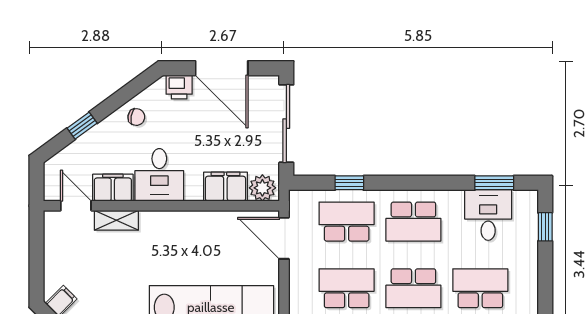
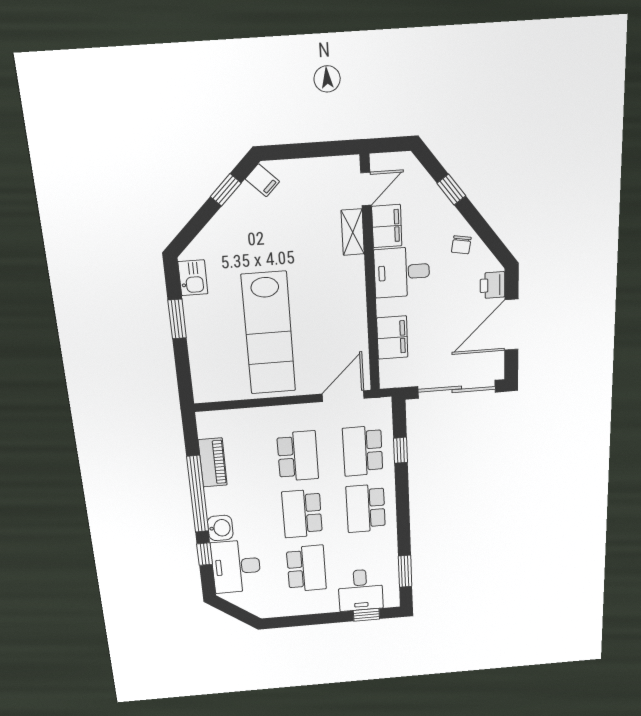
plant: (262, 188) -> (392, 372), removed
desk: (488, 215) -> (361, 590), moved, turned 90
school desk: (347, 222) -> (363, 451), turned 180

